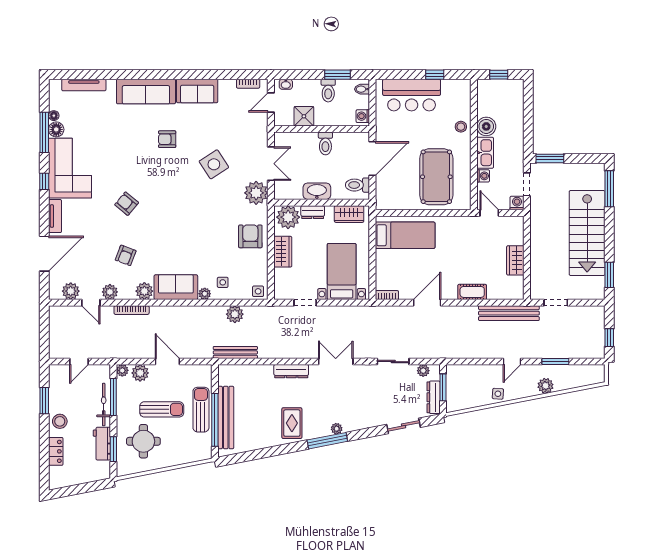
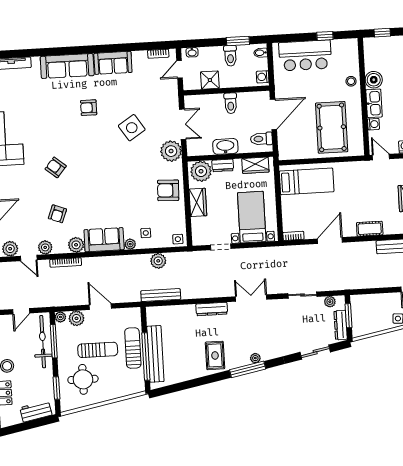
armchair: (250, 236) -> (168, 190), turned -87
bicycle: (104, 405) -> (43, 342), width x1.37, depth x1.40
workbench: (102, 444) -> (36, 411), moved, turned 79

